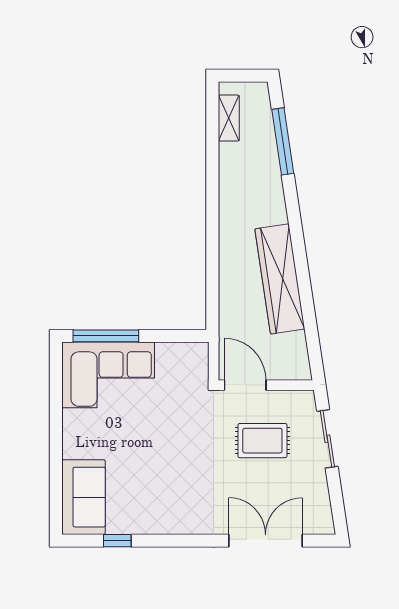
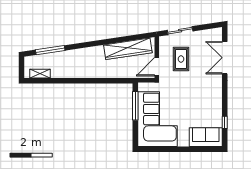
wardrobe: (280, 279) -> (128, 49), moved
window: (106, 336) -> (135, 106), moved
corner sofa: (108, 375) -> (157, 119), width x1.36, depth x1.36

